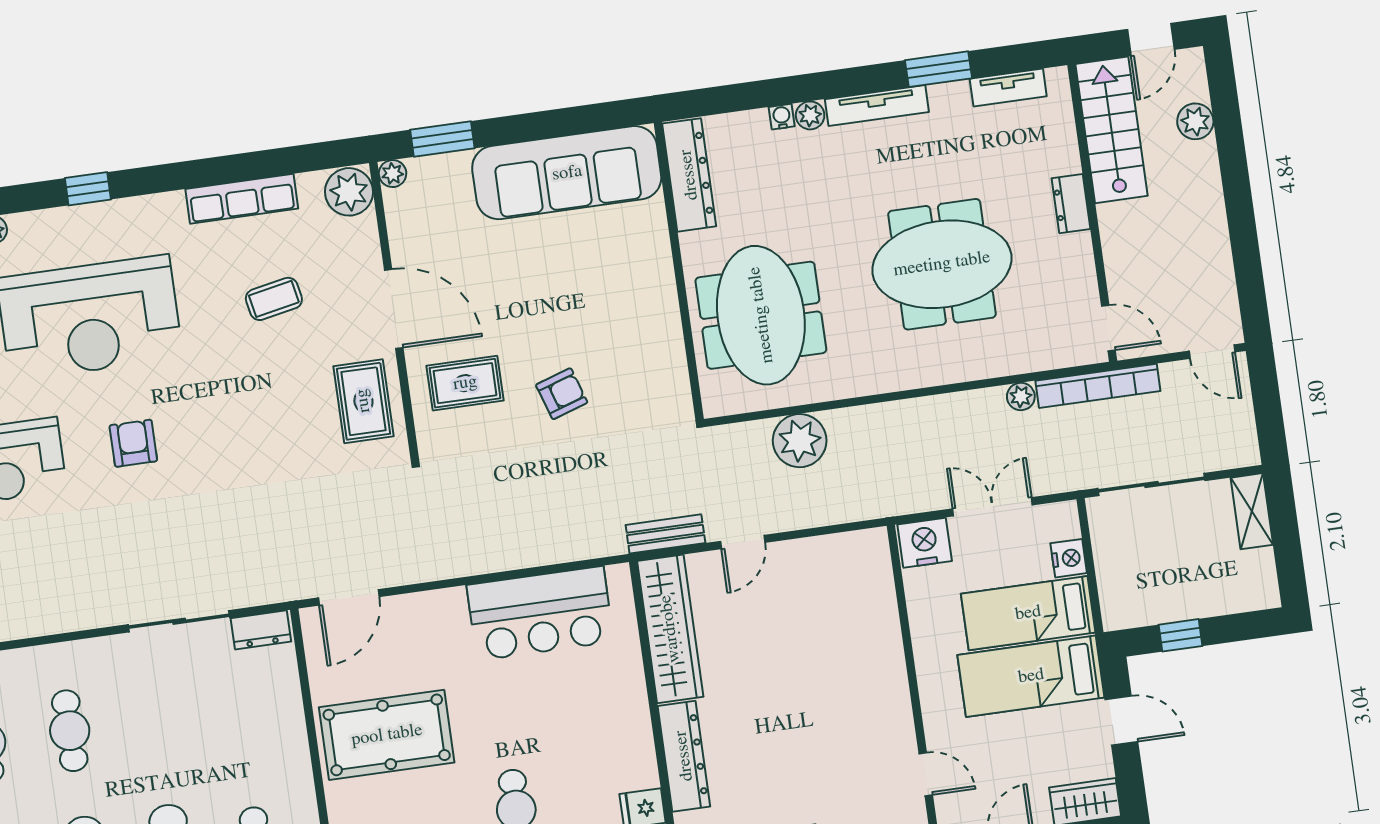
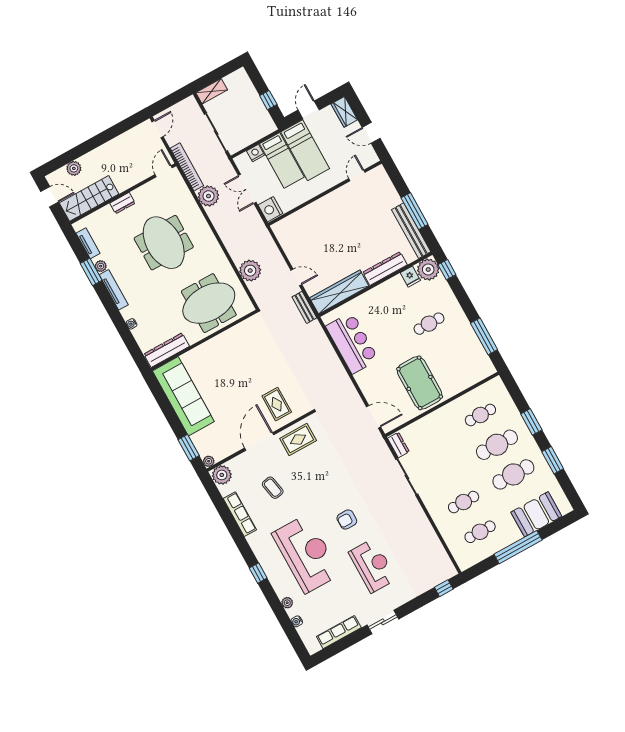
plant: (810, 115) -> (101, 266), moved
armchair: (562, 394) -> (267, 366), removed
plant: (1021, 397) -> (208, 196), width x1.88, depth x1.88

